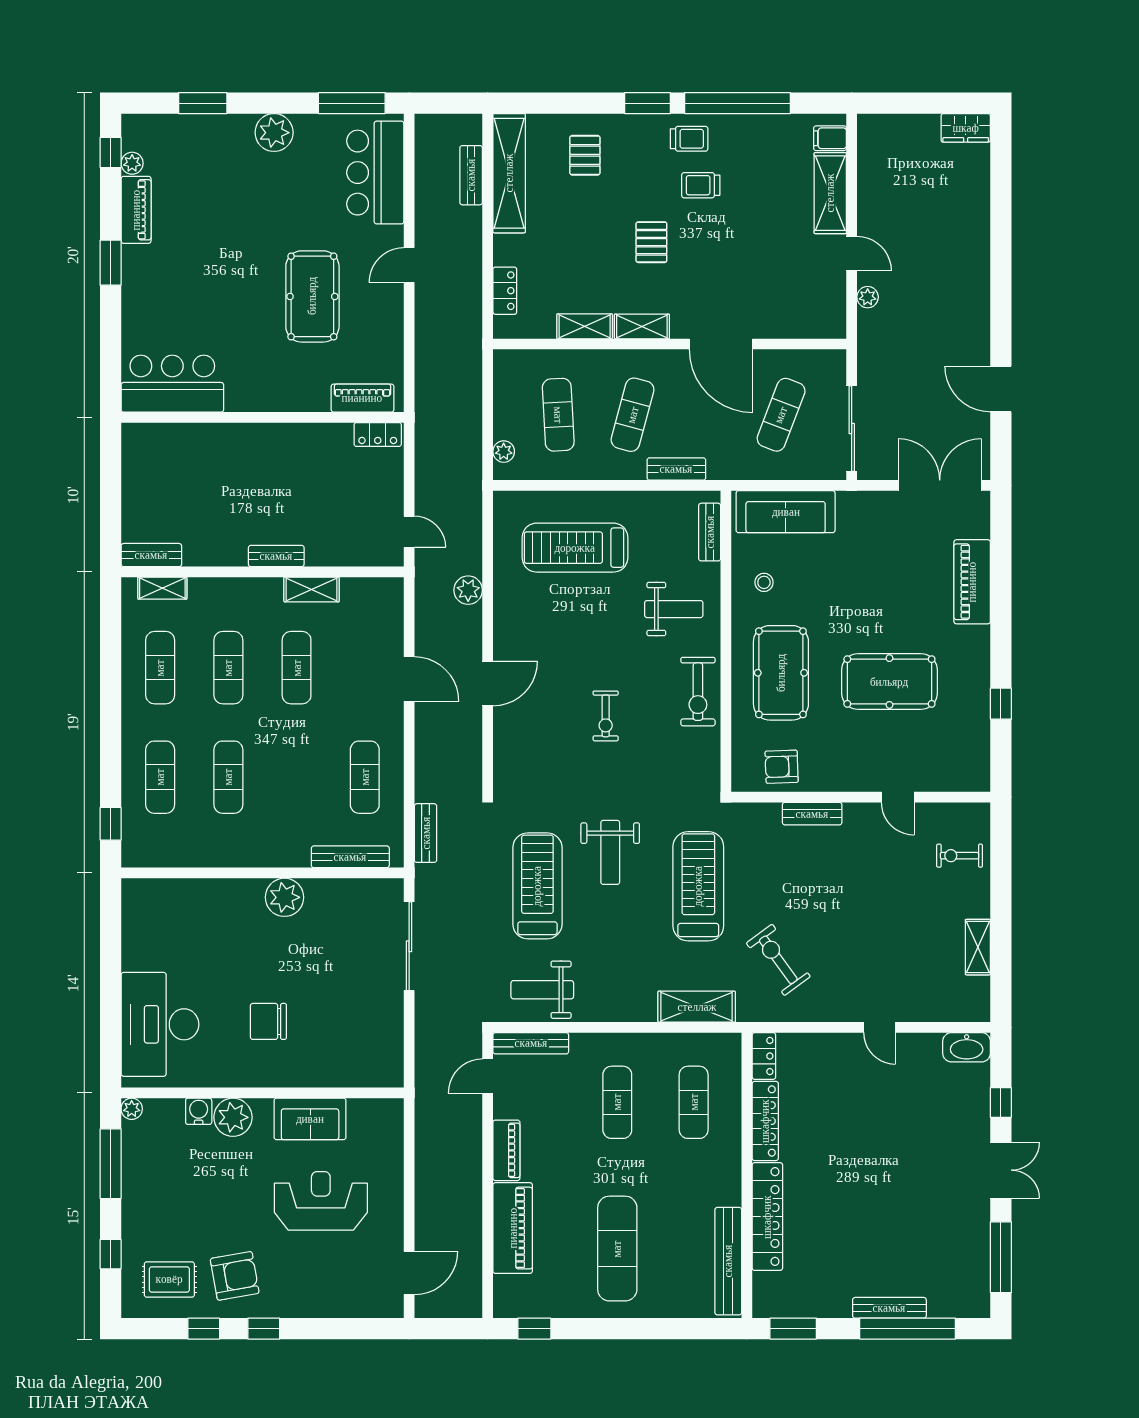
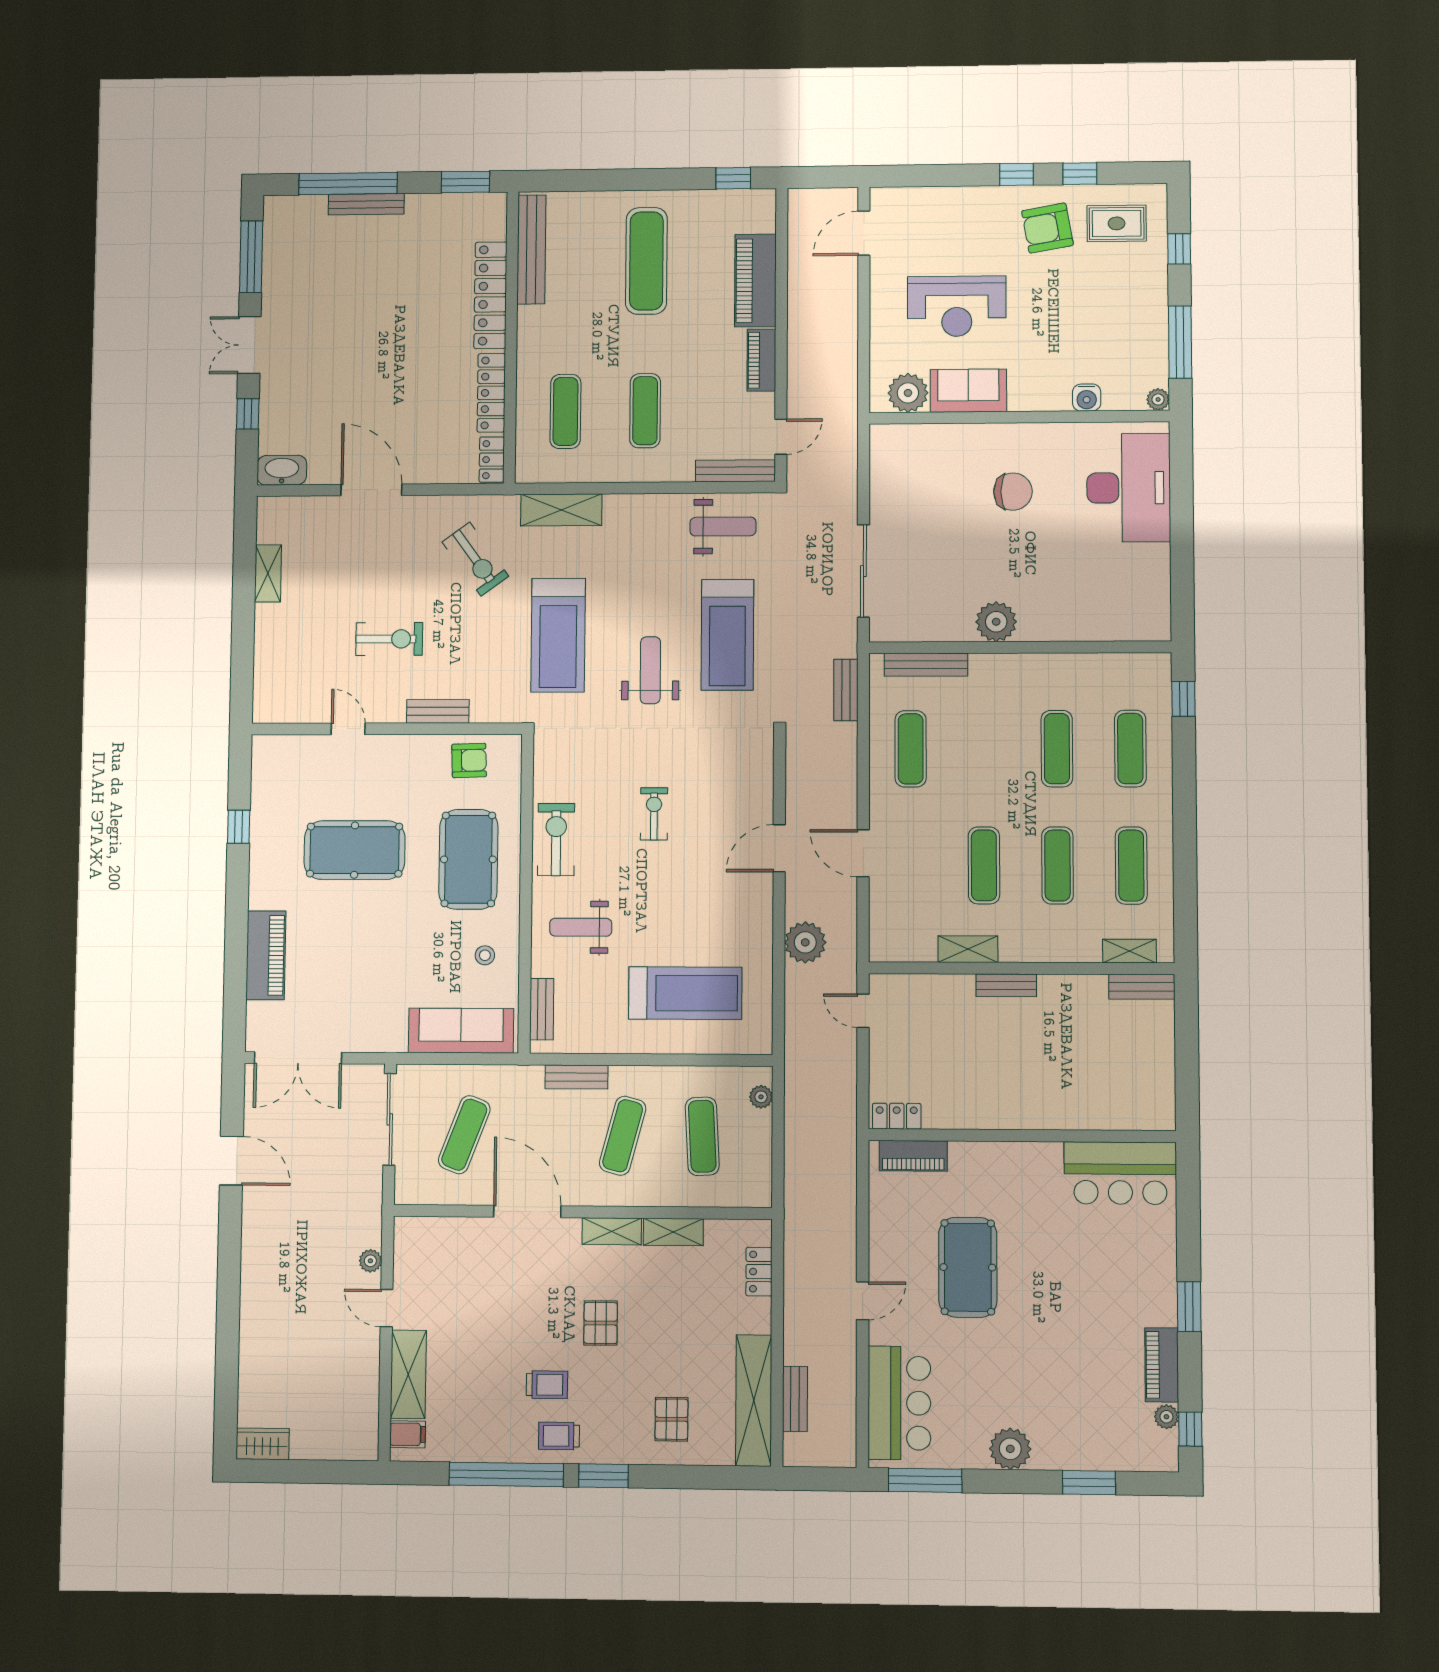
plant: (468, 590) -> (805, 942), width x1.36, depth x1.36
exercise bike: (960, 856) -> (389, 639), moved, width x1.38, depth x1.39
door: (880, 1027) -> (371, 490), width x1.88
plant: (233, 1117) -> (908, 393), moved

